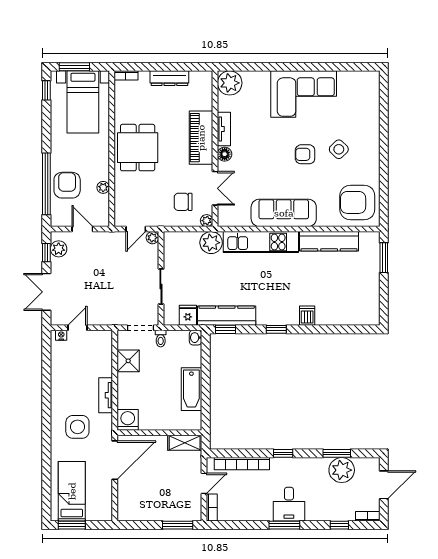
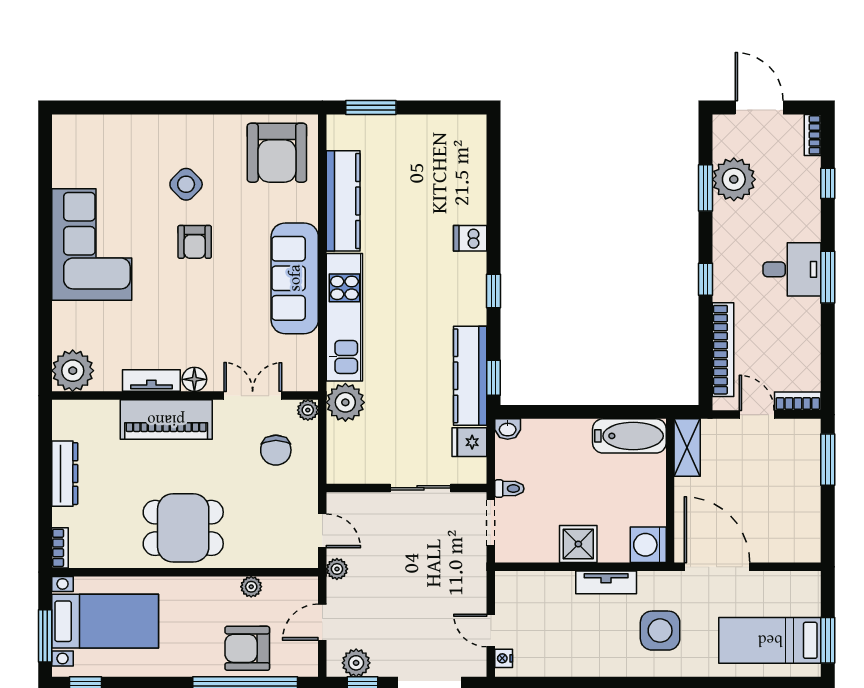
plant: (152, 238) -> (337, 569), moved
shower: (128, 361) -> (578, 544), moved
bathtub: (191, 389) -> (629, 436), moved

